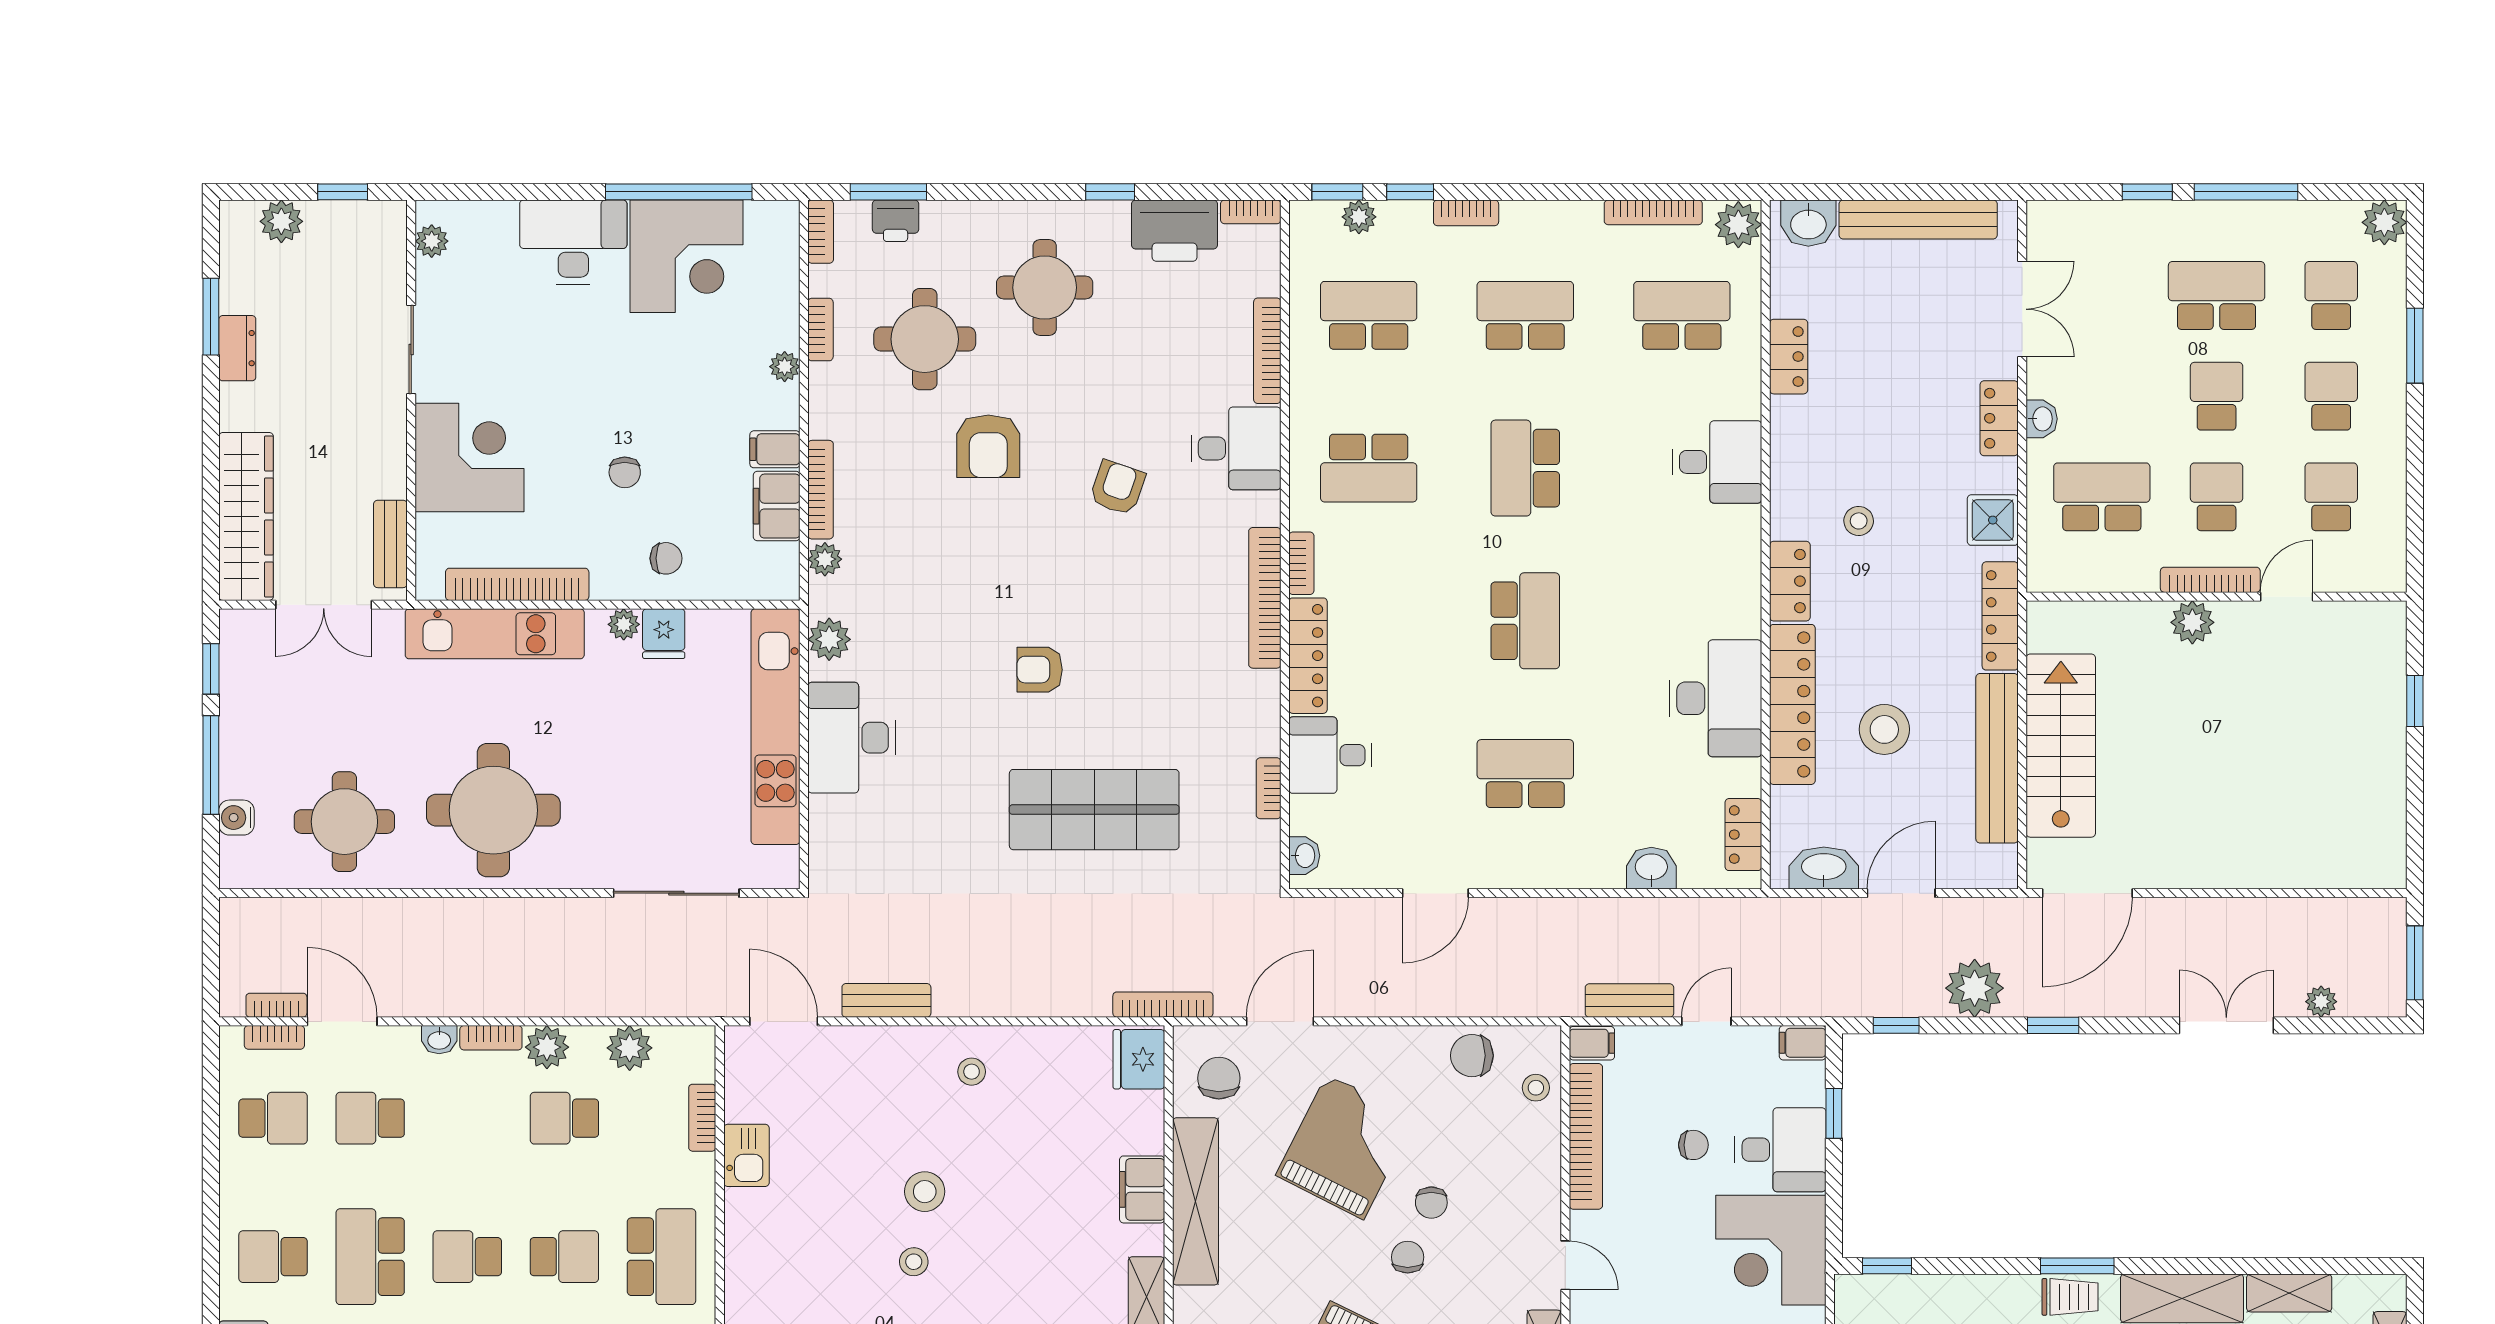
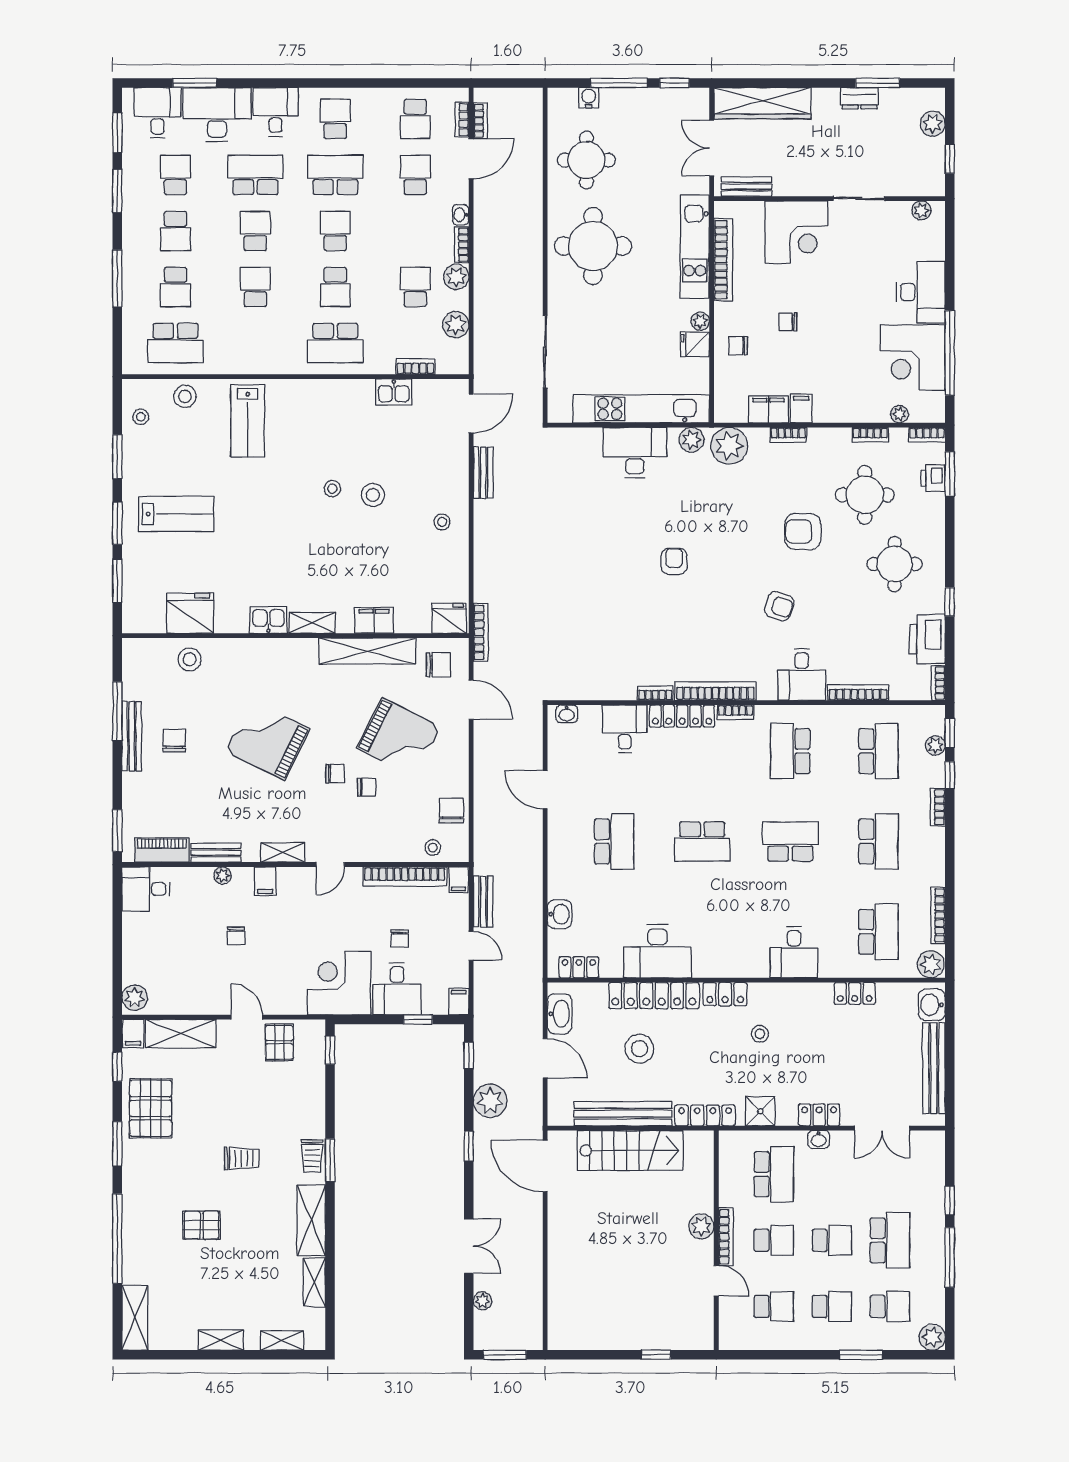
plant: (785, 367) -> (899, 414), moved
bookcase: (821, 490) -> (788, 435), width x0.64
chair: (666, 558) -> (738, 346), turned 90
plant: (825, 559) -> (729, 446), width x1.87, depth x1.87
bookcase: (1269, 788) -> (655, 693), moved
shop shelf: (1094, 810) -> (593, 593), removed
chair: (1431, 1203) -> (367, 787), turned 180

